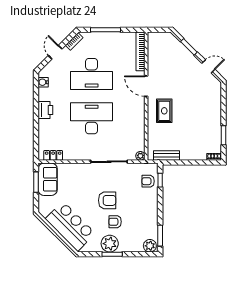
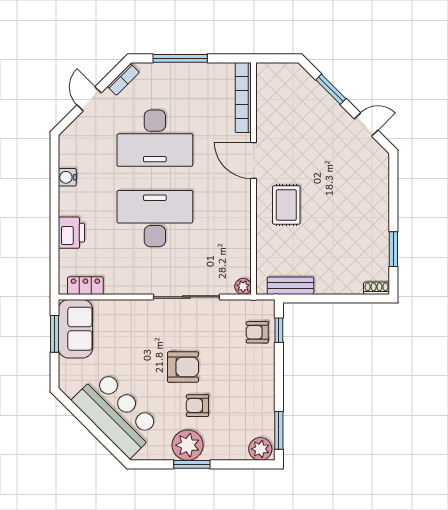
water cooler: (43, 82) -> (67, 177), moved
printer: (45, 110) -> (71, 233), moved

